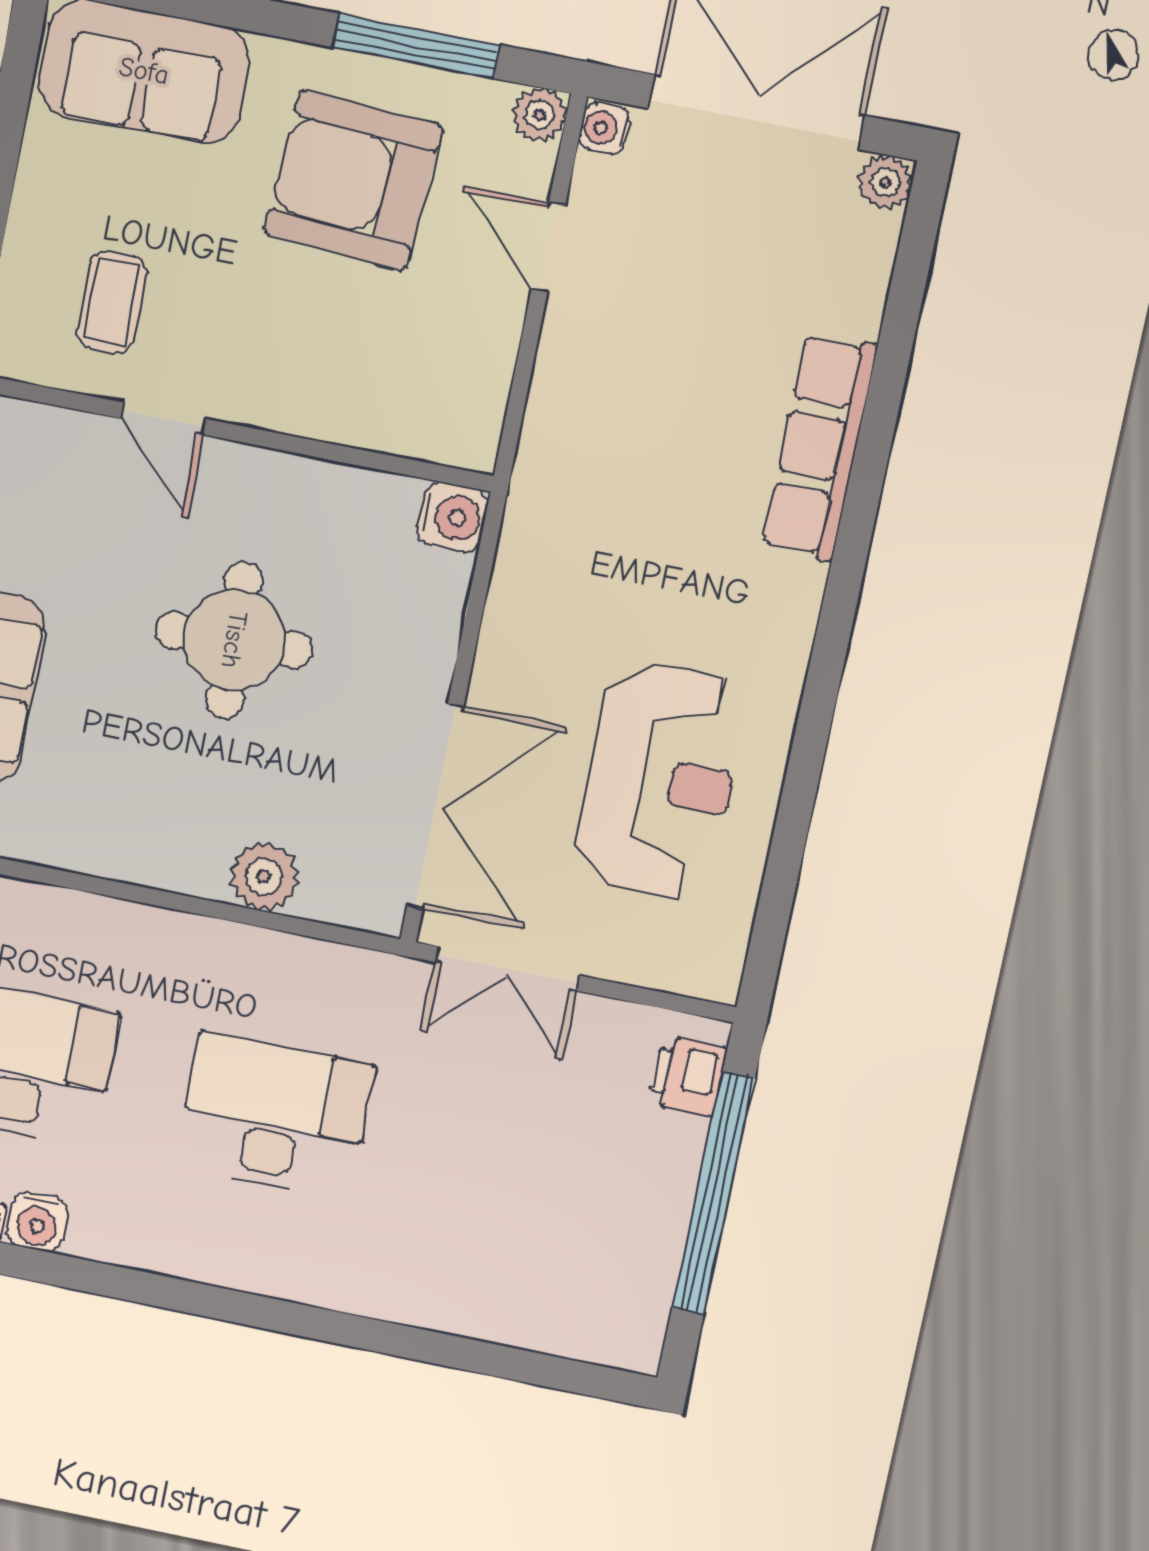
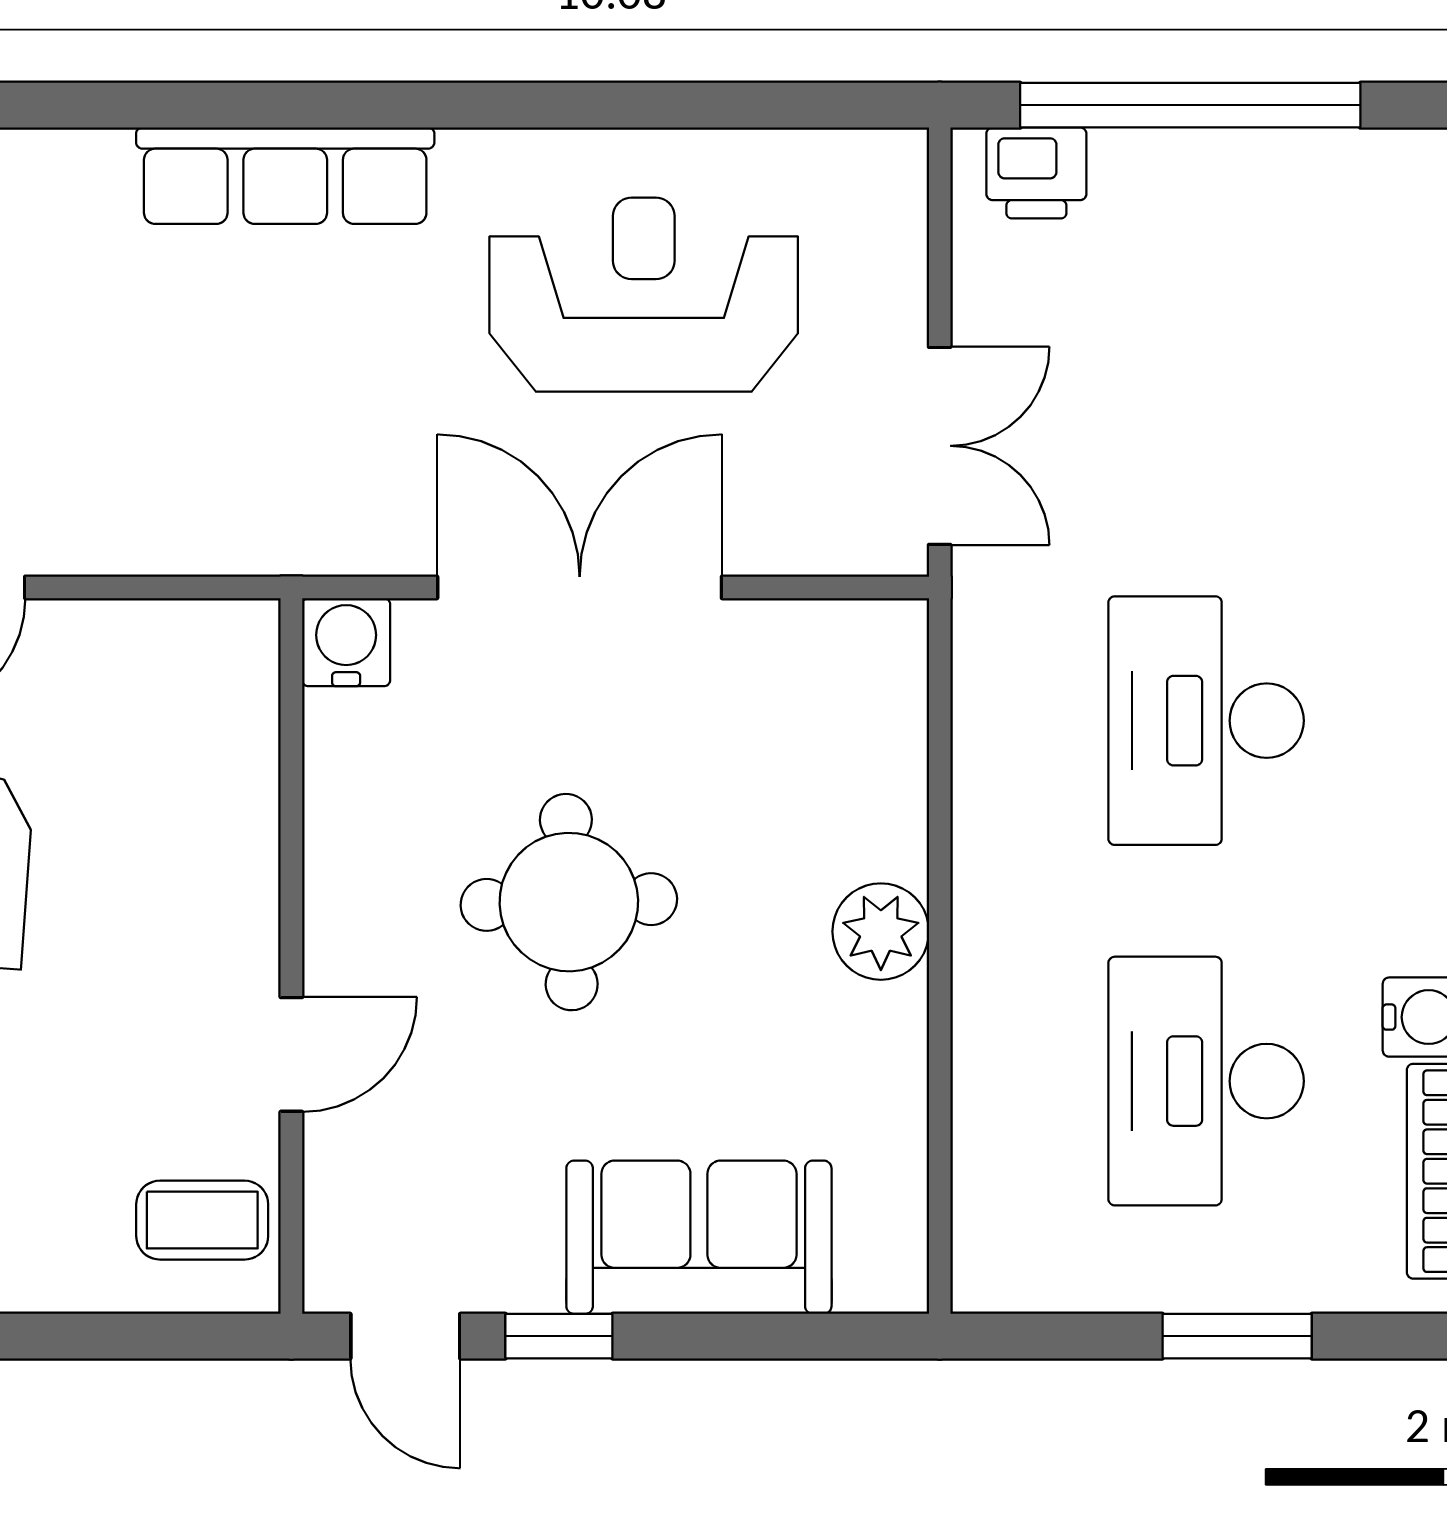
coffee table: (112, 302) -> (202, 1220), moved
row of seats: (820, 447) -> (285, 176), moved
double door: (435, 806) -> (580, 587), moved
plant: (264, 876) -> (881, 932), moved

